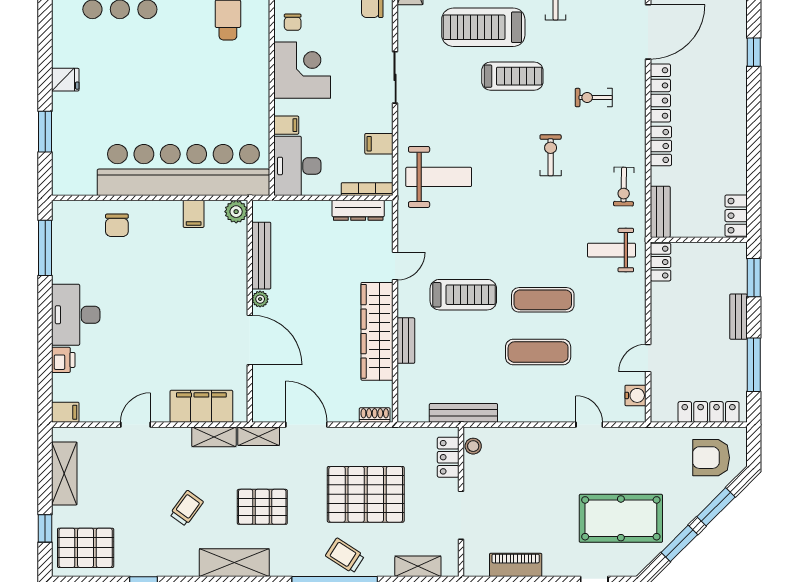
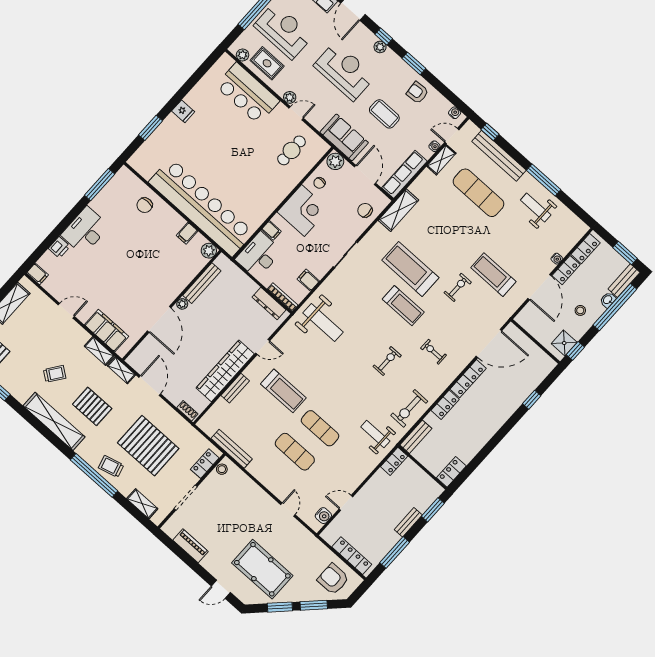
exercise bike: (624, 187) -> (409, 408), width x1.38, depth x1.39
trolley: (345, 556) -> (111, 466), turned -48
shelving: (234, 563) -> (54, 421), width x1.47

